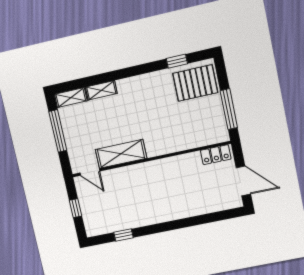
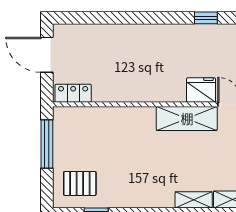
pallet: (195, 83) -> (80, 183), width x0.67, depth x0.71
fridge: (115, 178) -> (201, 90), added

